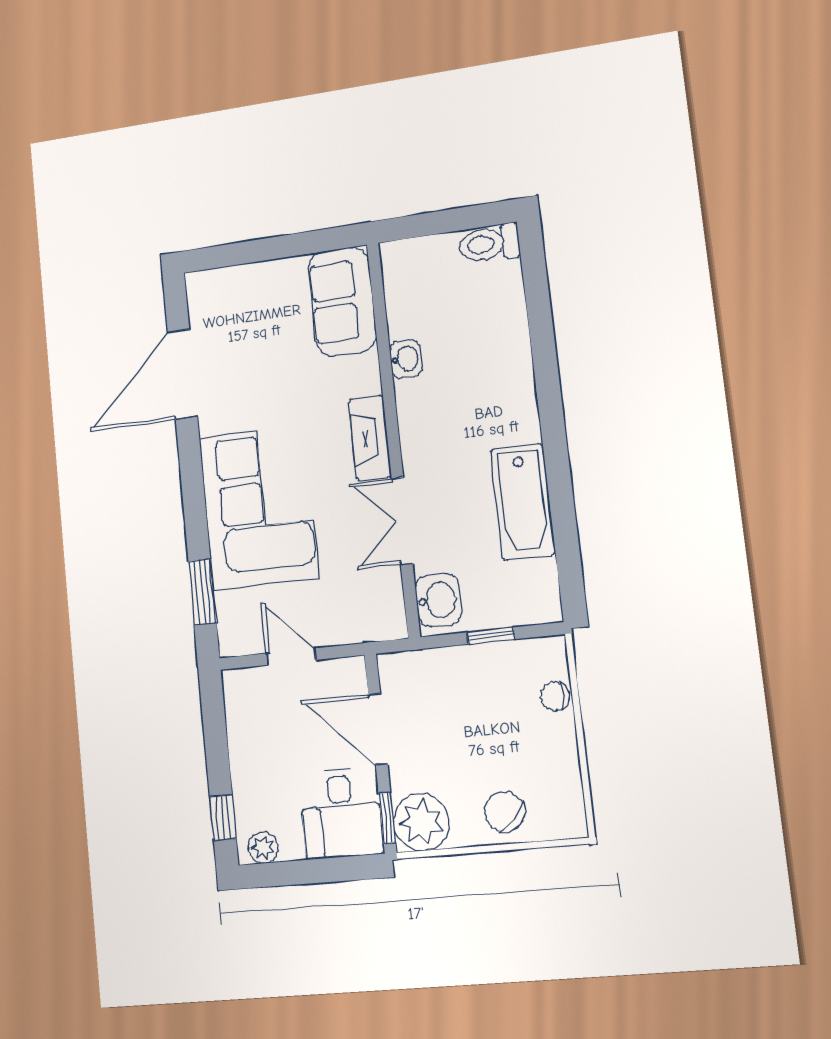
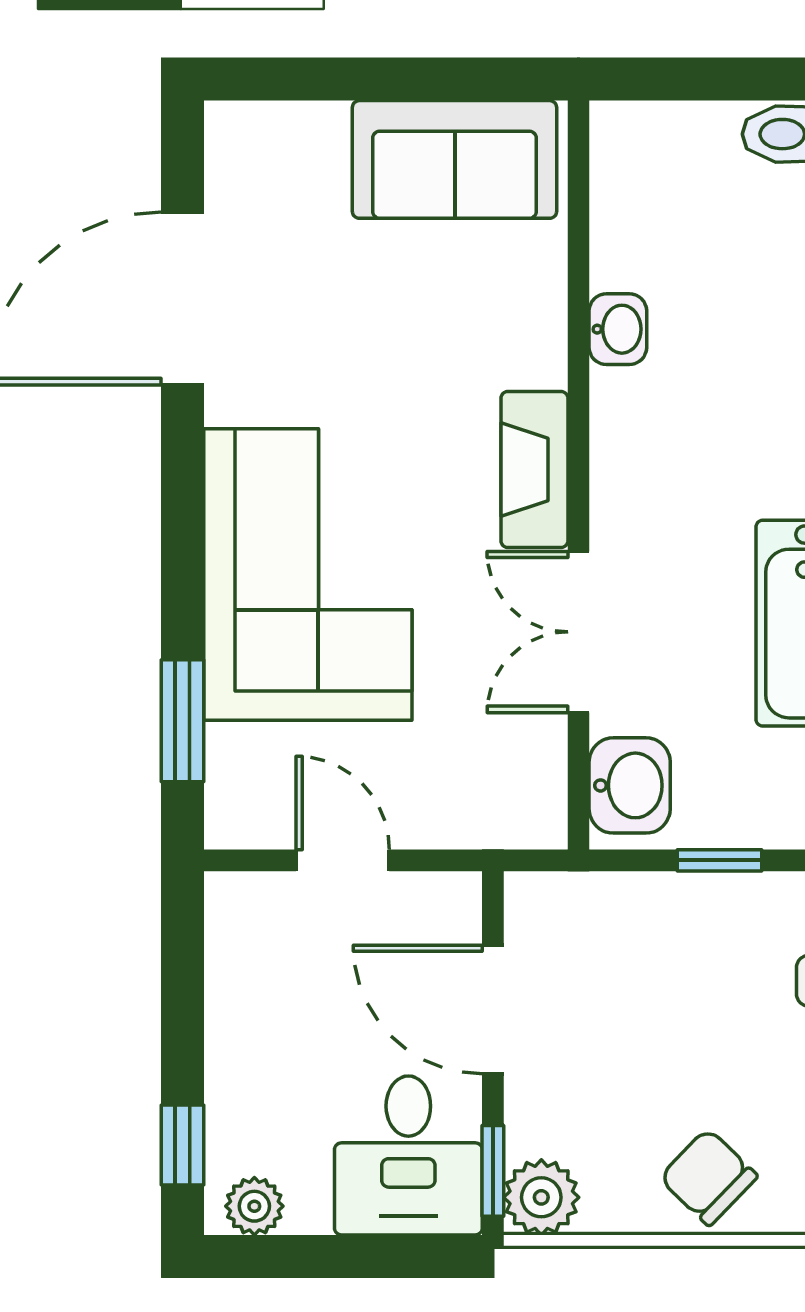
sofa: (342, 301) -> (455, 159), moved, turned -90
plant: (421, 822) -> (541, 1197), width x0.73, depth x0.73

